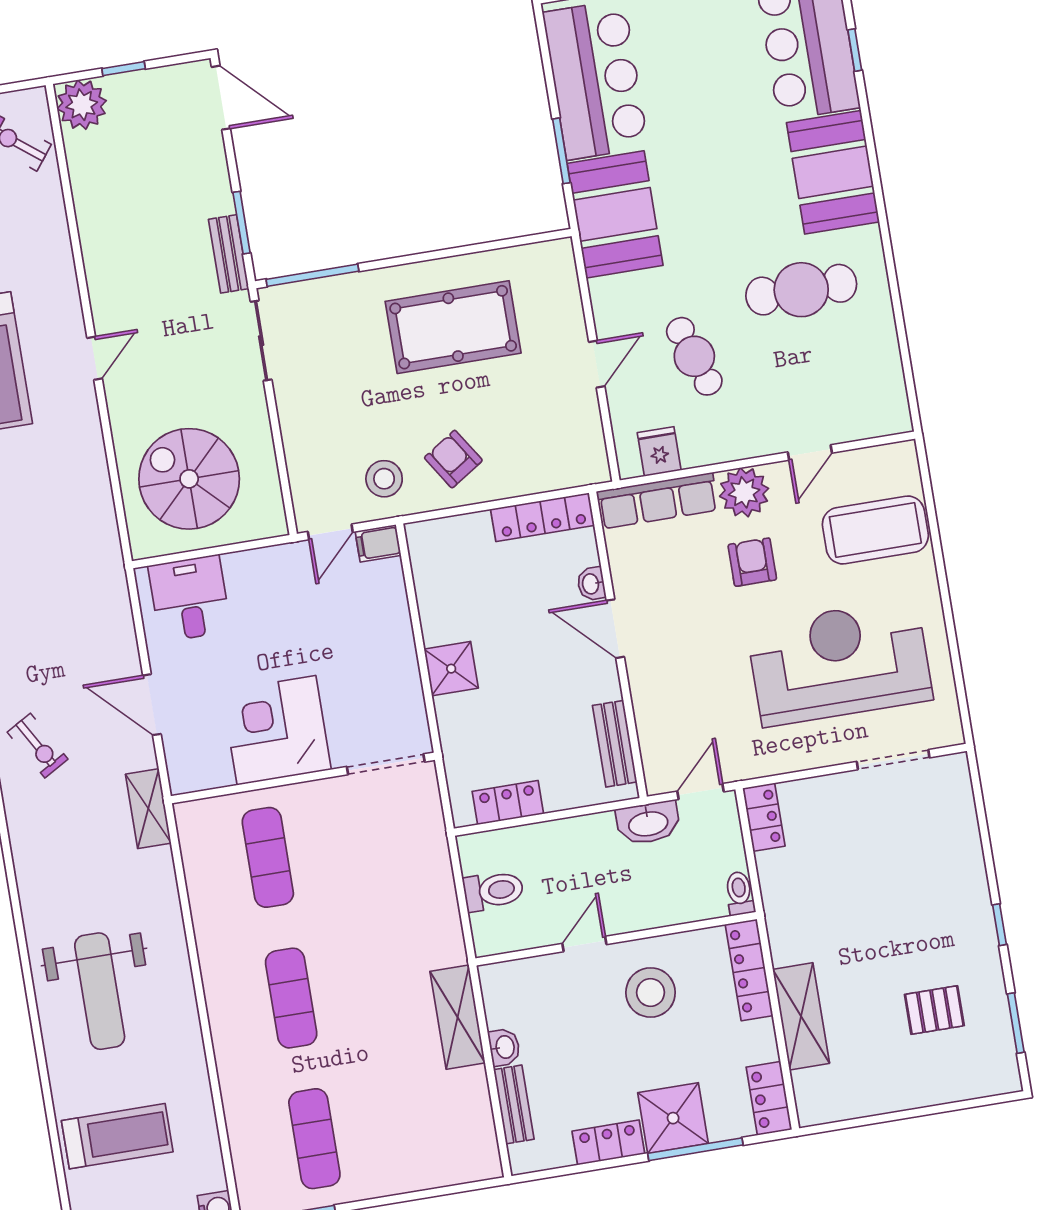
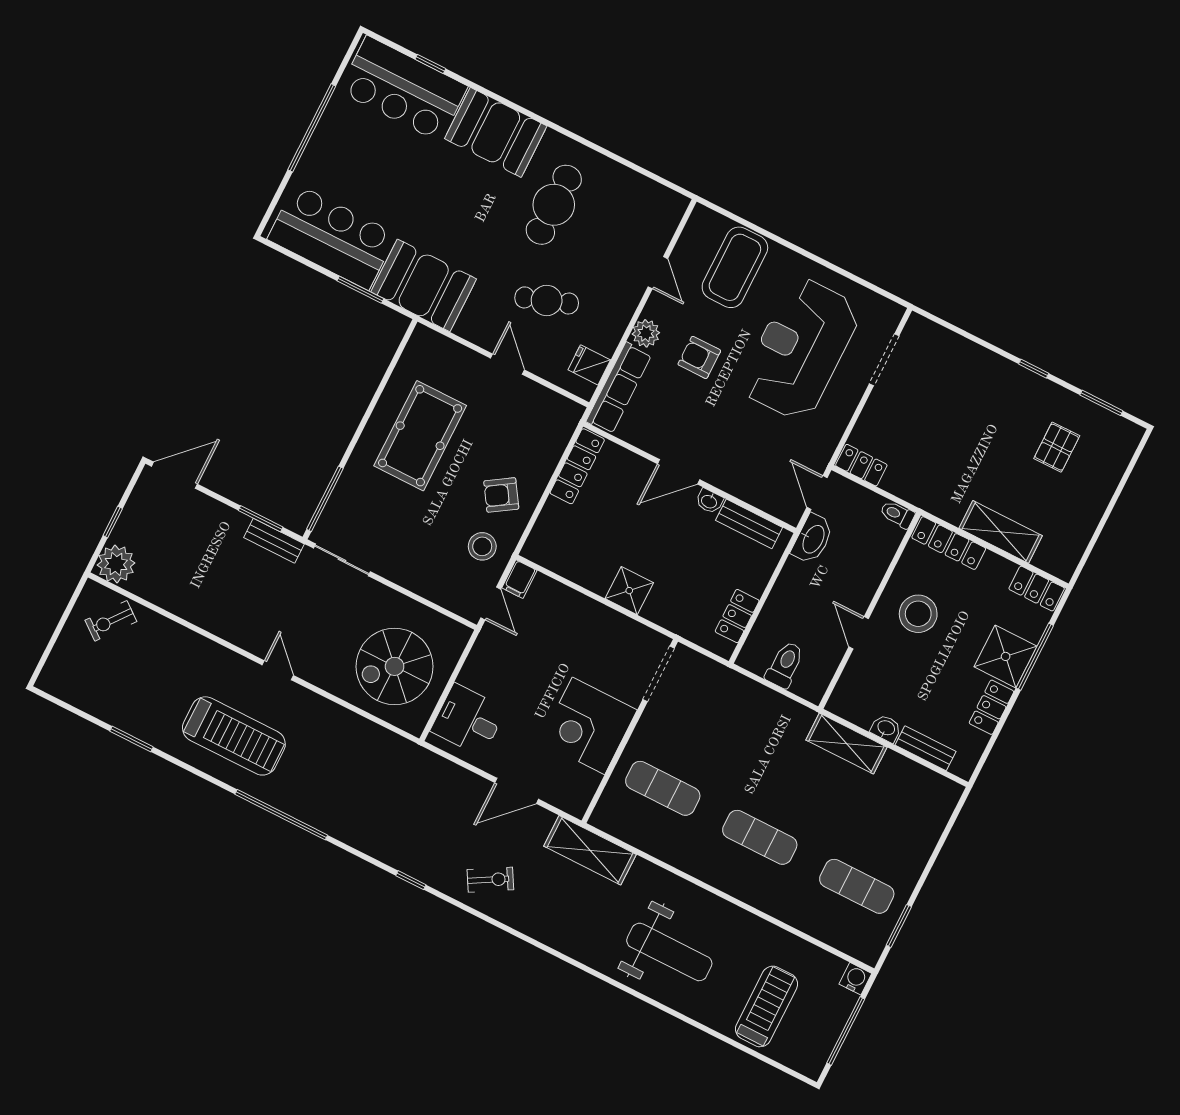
plant: (744, 492) -> (646, 333), width x0.73, depth x0.73
washbasin: (591, 584) -> (709, 501), moved
shelving: (148, 809) -> (590, 850), width x1.50, depth x1.33

